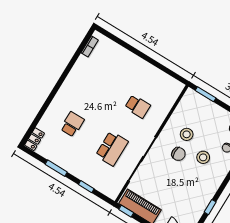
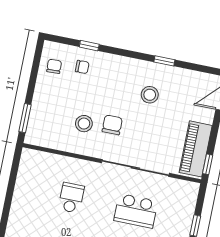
school desk: (112, 149) -> (136, 211), turned 180
stool: (203, 157) -> (150, 95), moved

